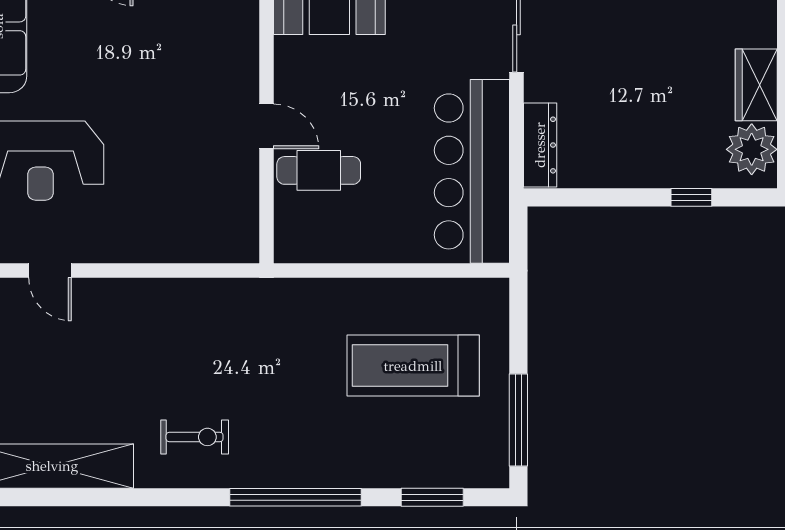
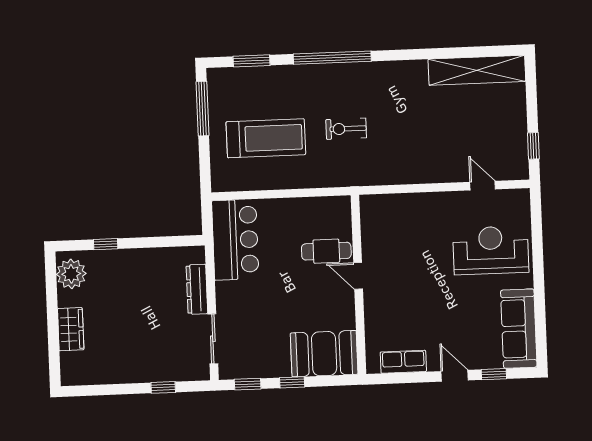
wardrobe: (756, 85) -> (71, 329), moved
dresser: (540, 145) -> (197, 289), moved
bar counter: (472, 171) -> (235, 240), width x0.73
exercise bike: (195, 437) -> (346, 129), moved

